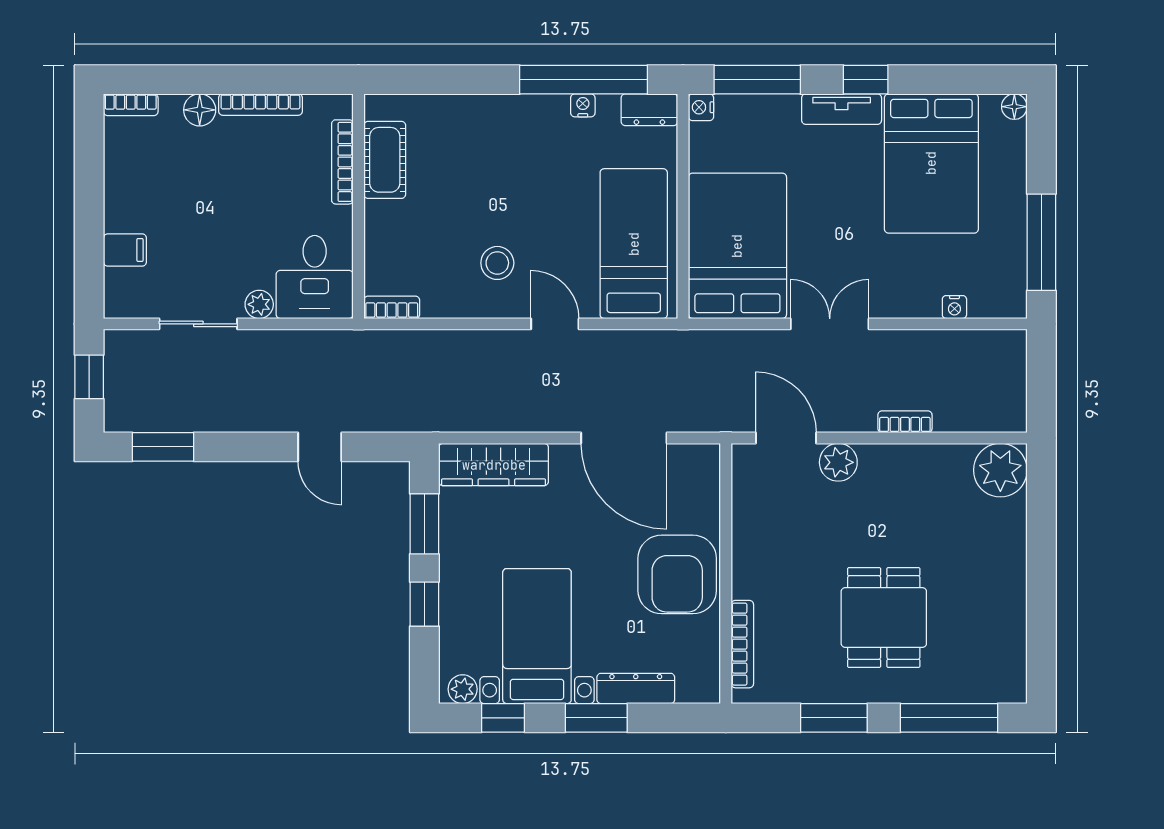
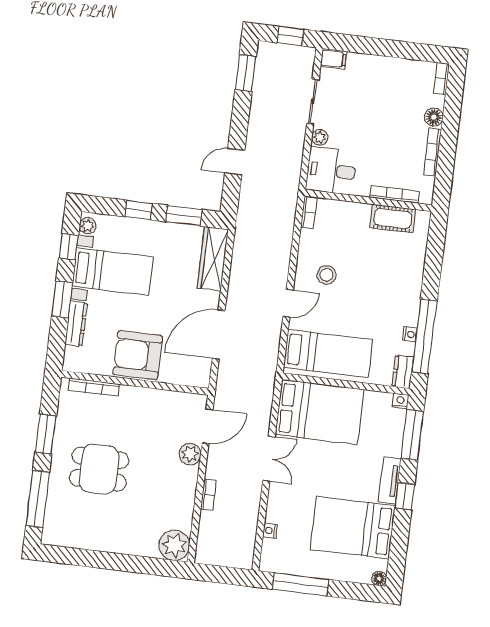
filing cabinet: (125, 250) -> (333, 59), moved, turned -90

